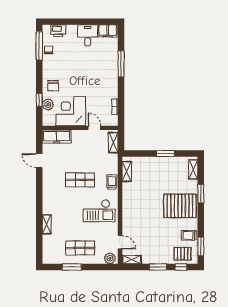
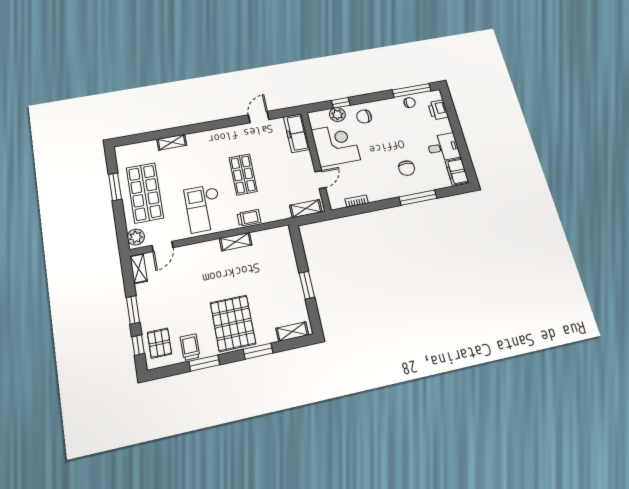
chair: (98, 66) -> (407, 168), added
shelving: (127, 172) -> (236, 242), moved
window: (201, 246) -> (204, 363), moved
shop shelf: (80, 248) -> (145, 193), width x1.43, depth x1.36

